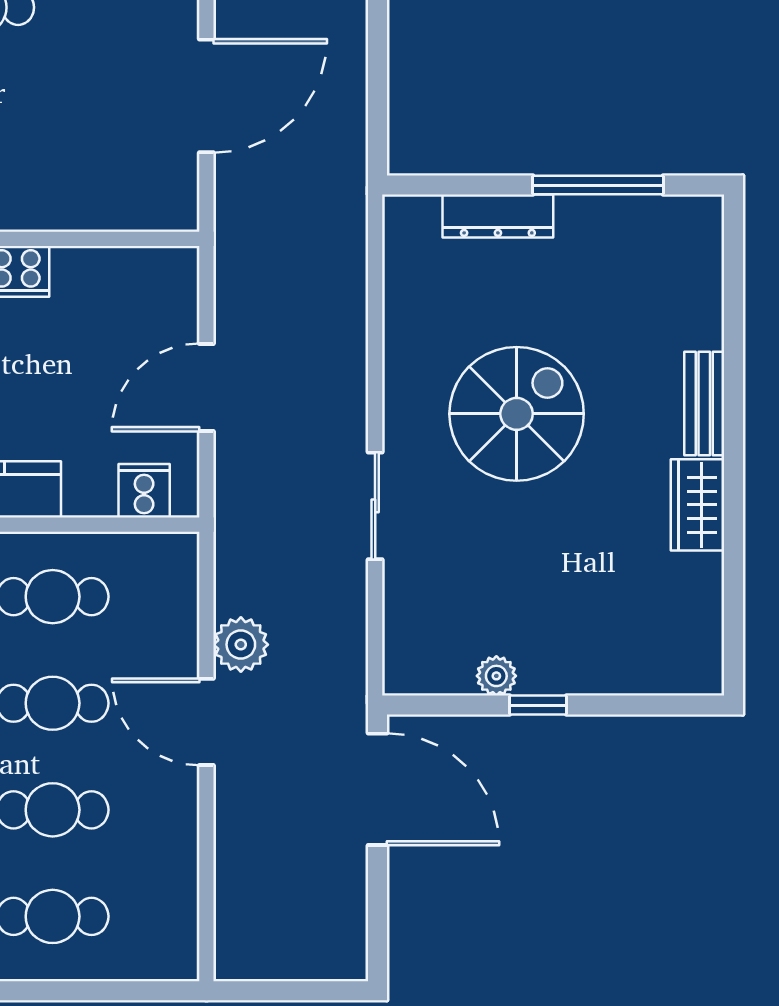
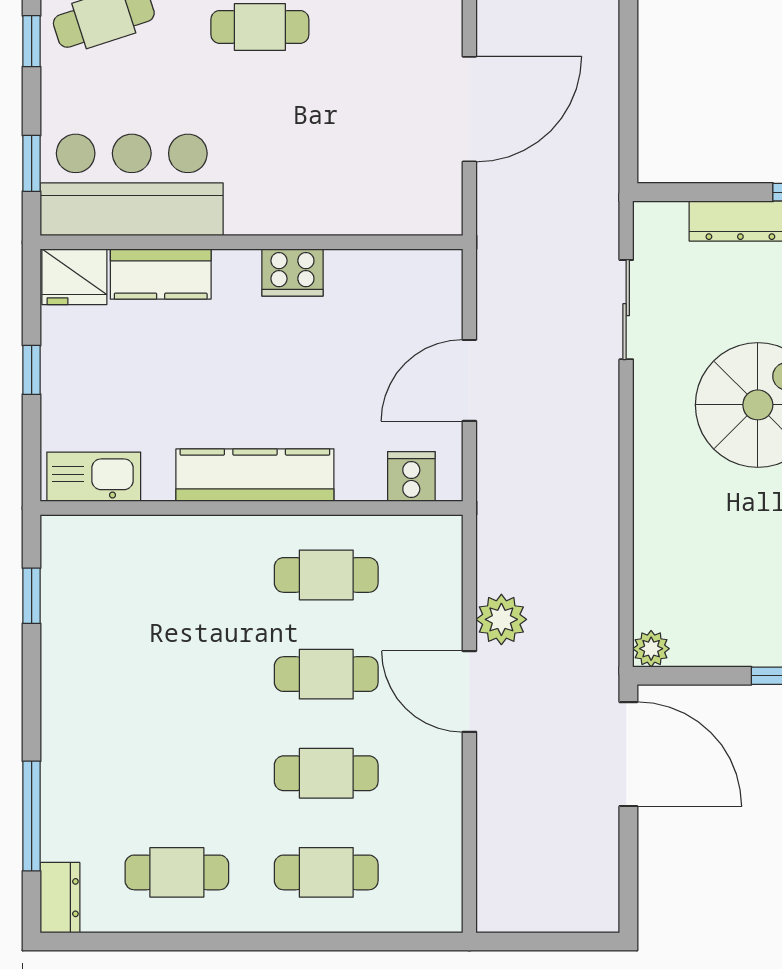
sliding door: (375, 506) -> (626, 310), moved
plant: (496, 676) -> (651, 649), moved

